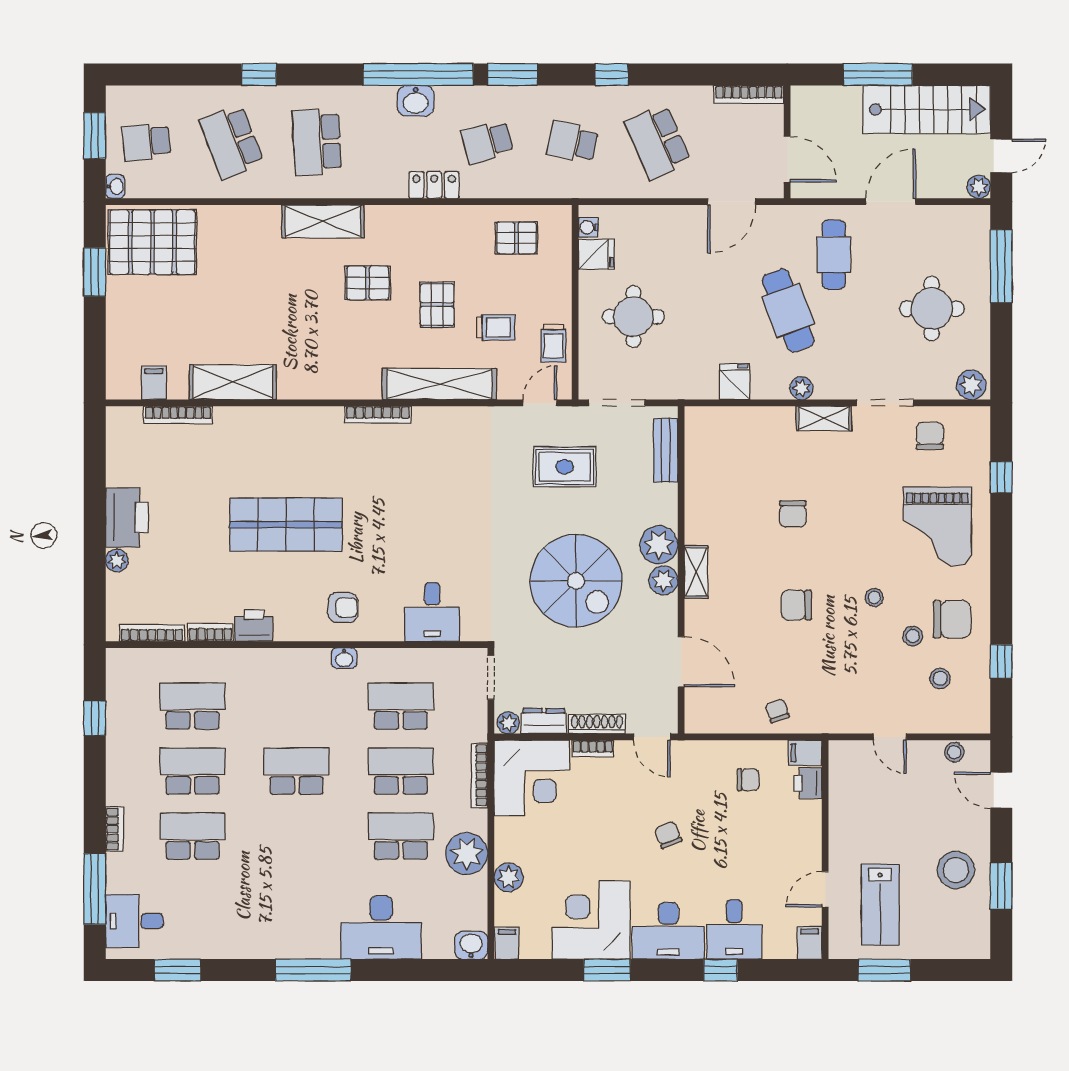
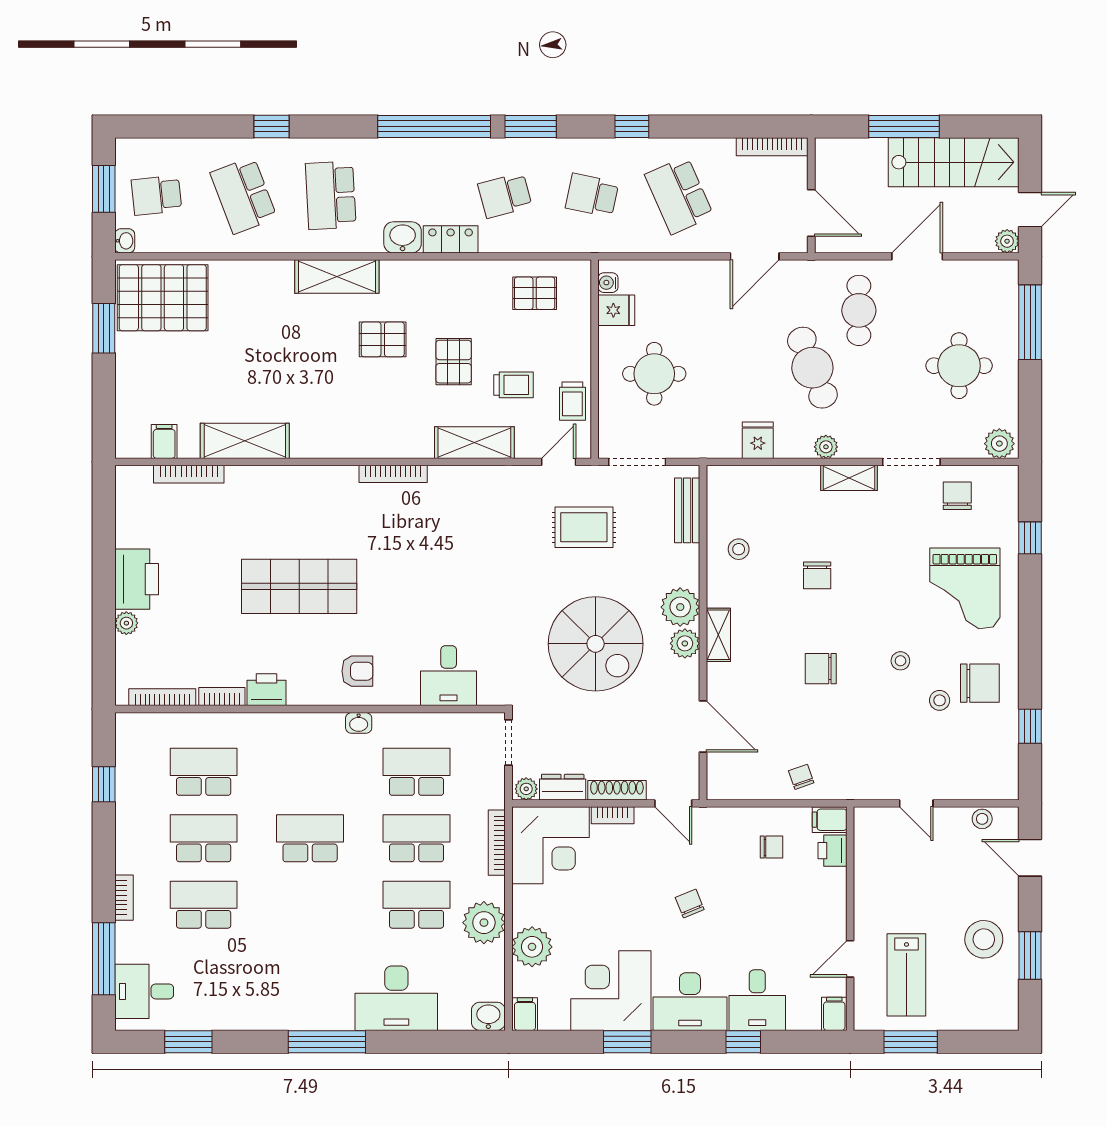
washbasin: (416, 101) -> (403, 237), moved, turned 180
shelving: (439, 384) -> (474, 443), width x0.68
stool: (940, 678) -> (739, 549), moved
plant: (509, 877) -> (532, 947), width x1.36, depth x1.36

